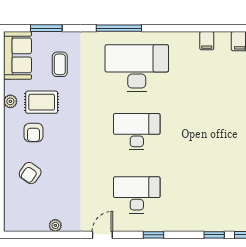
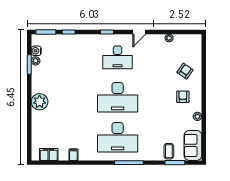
coffee table: (60, 64) -> (169, 151), moved
rug: (42, 102) -> (178, 116), removed
desk: (137, 132) -> (118, 97), width x1.36, depth x1.30

